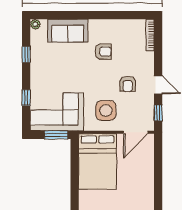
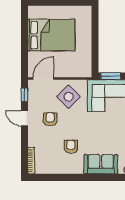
armchair: (103, 51) -> (71, 147), turned 88
side table: (106, 111) -> (69, 97), turned 45
bed: (97, 161) -> (51, 35), moved, turned 90

